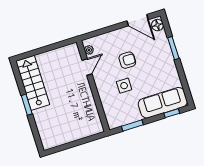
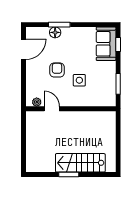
floor lamp: (157, 25) -> (55, 32), moved
stairs: (33, 83) -> (80, 163), moved
sofa: (163, 103) -> (106, 44), width x0.73

